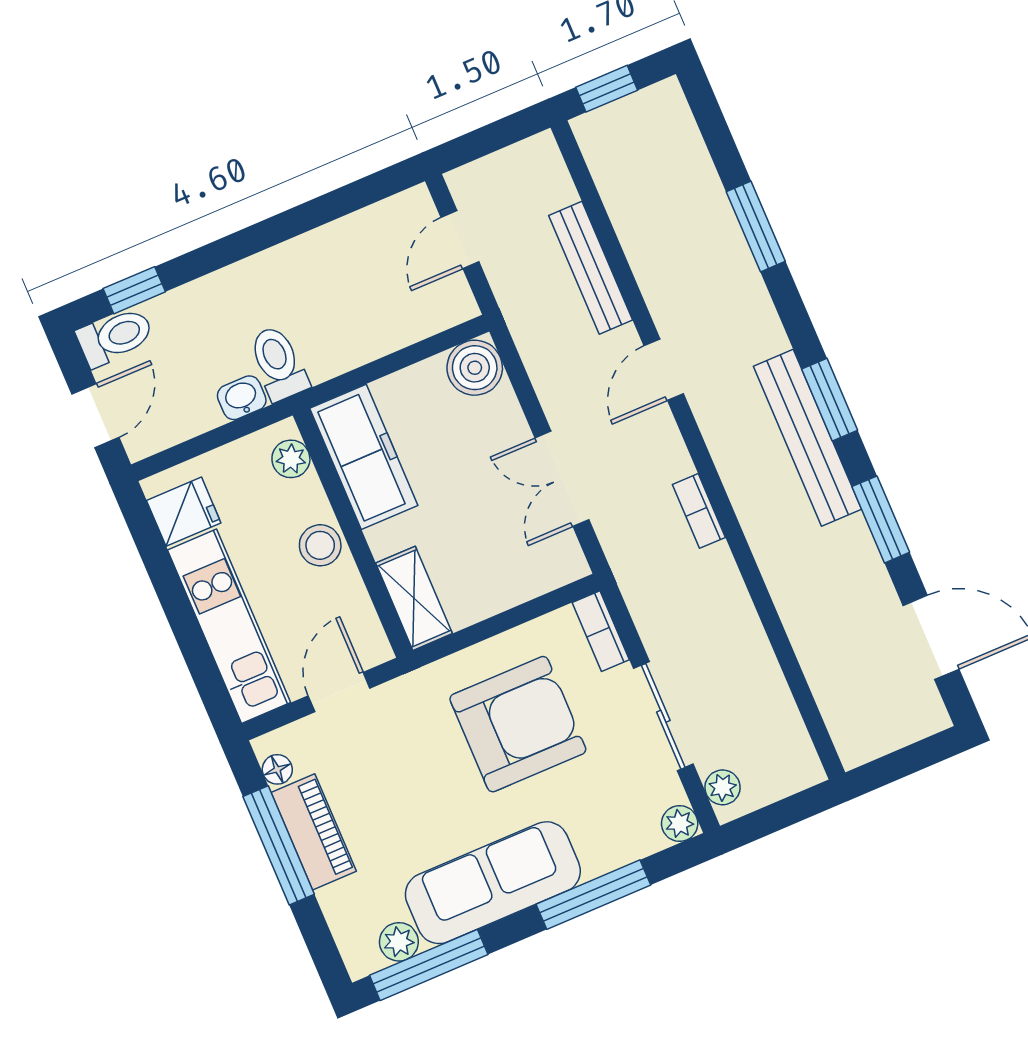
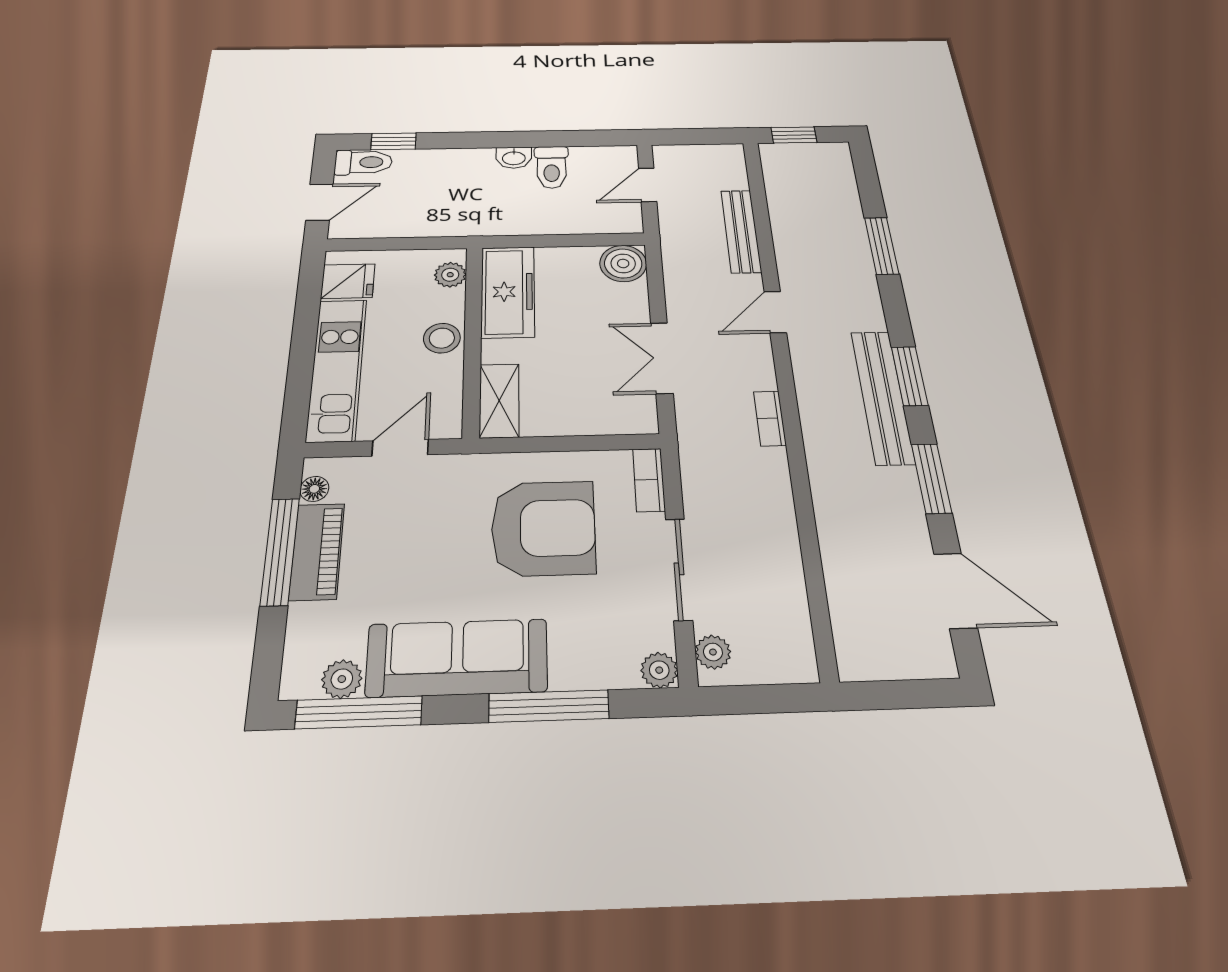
toilet: (278, 363) -> (552, 167), moved, turned 180
washbasin: (242, 398) -> (514, 158), moved, turned 180

